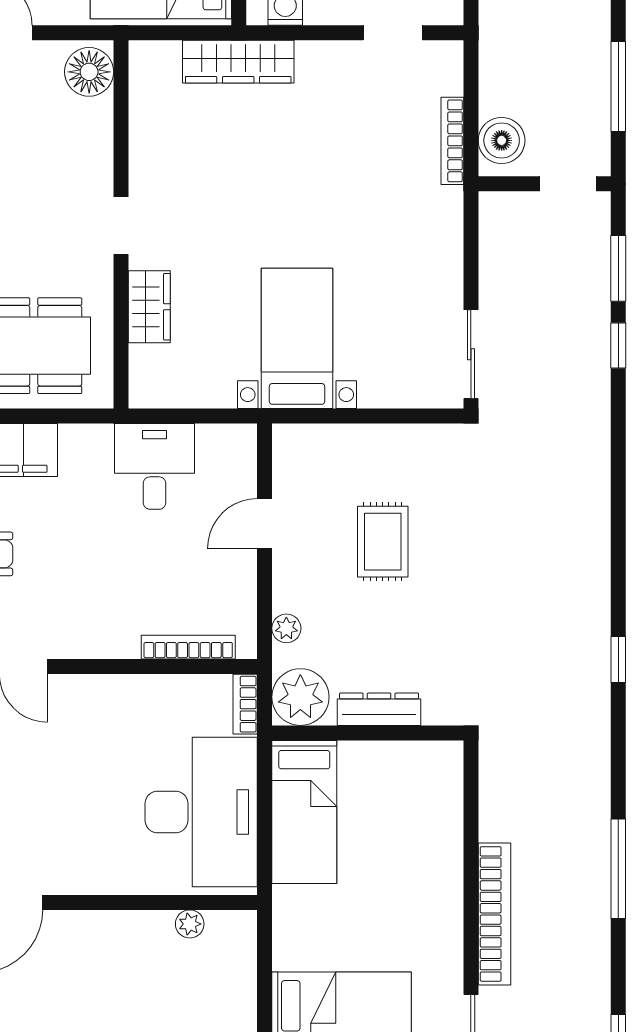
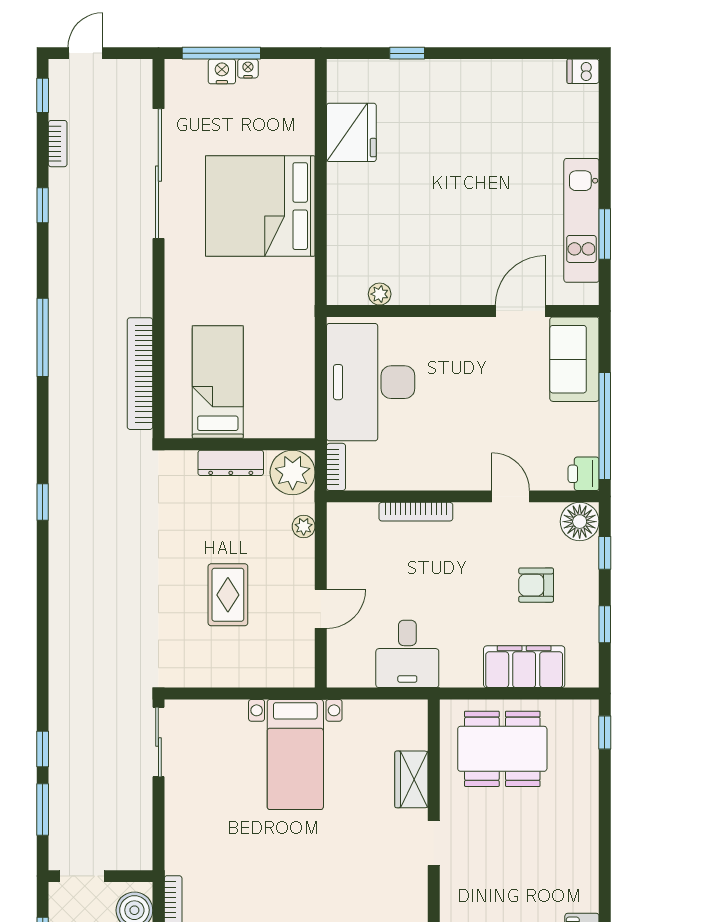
bookcase: (188, 647) -> (416, 512), moved
bed: (304, 812) -> (218, 382), moved
bookcase: (494, 914) -> (140, 374), moved

